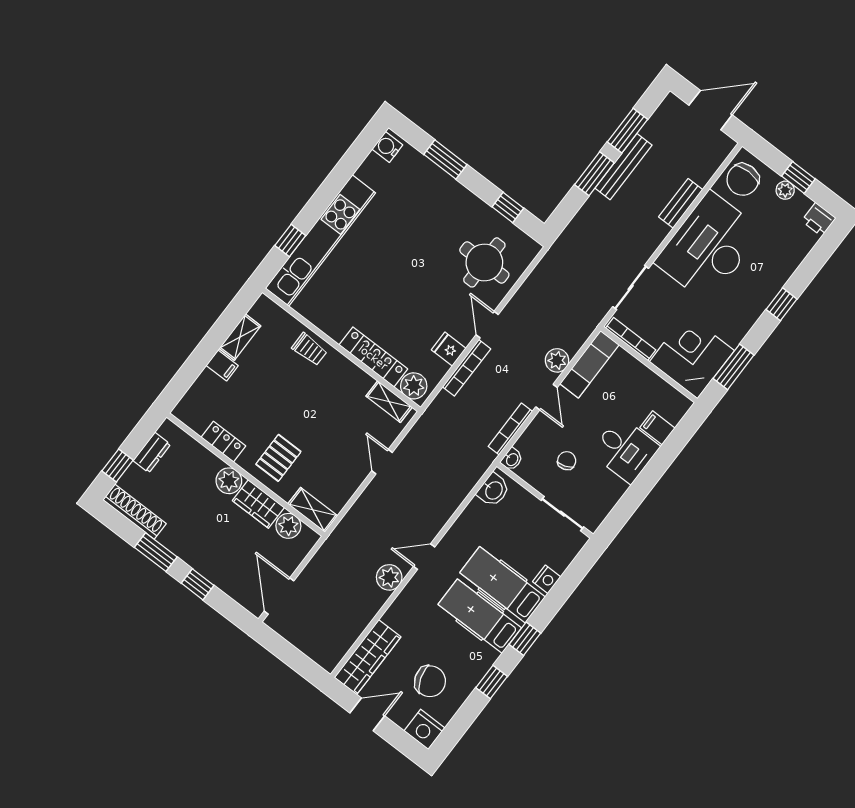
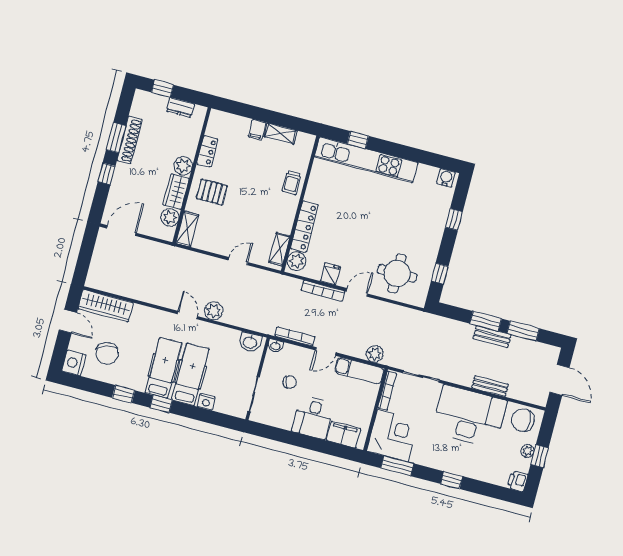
window: (445, 159) -> (454, 219), width x0.67
bench: (623, 167) -> (492, 337), width x0.73
plant: (557, 360) -> (375, 354), moved
filing cabinet: (657, 428) -> (344, 435), width x2.00
shoe rack: (134, 512) -> (130, 140), moved
plant: (389, 577) -> (214, 311), moved

